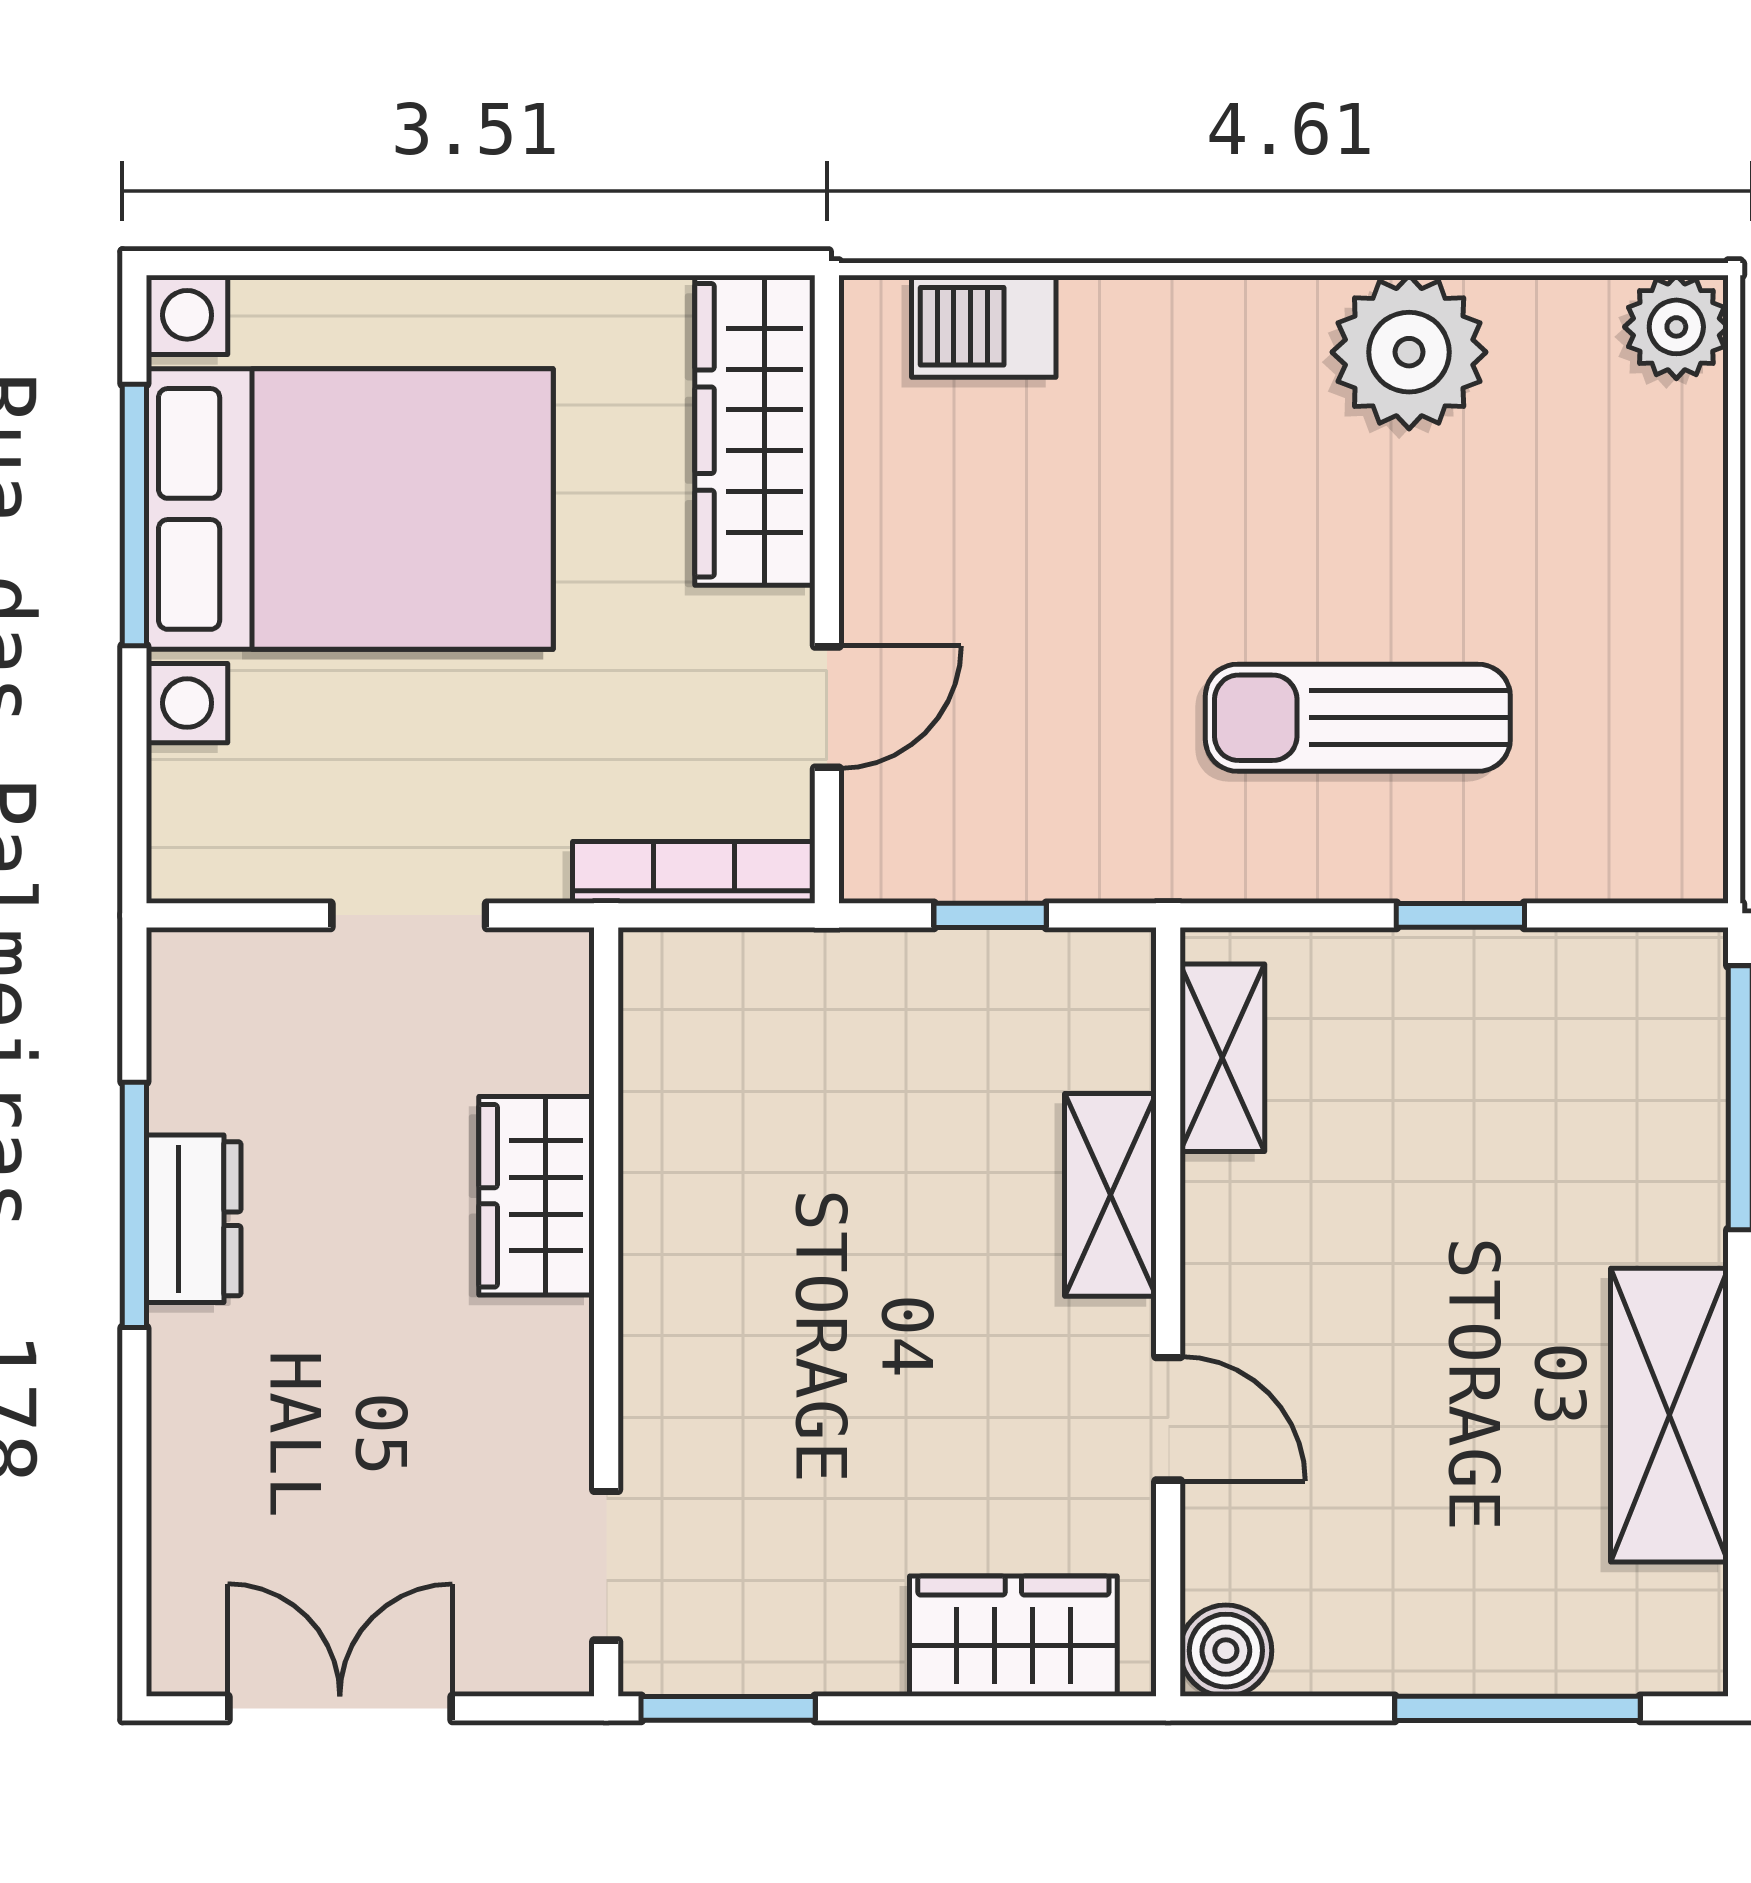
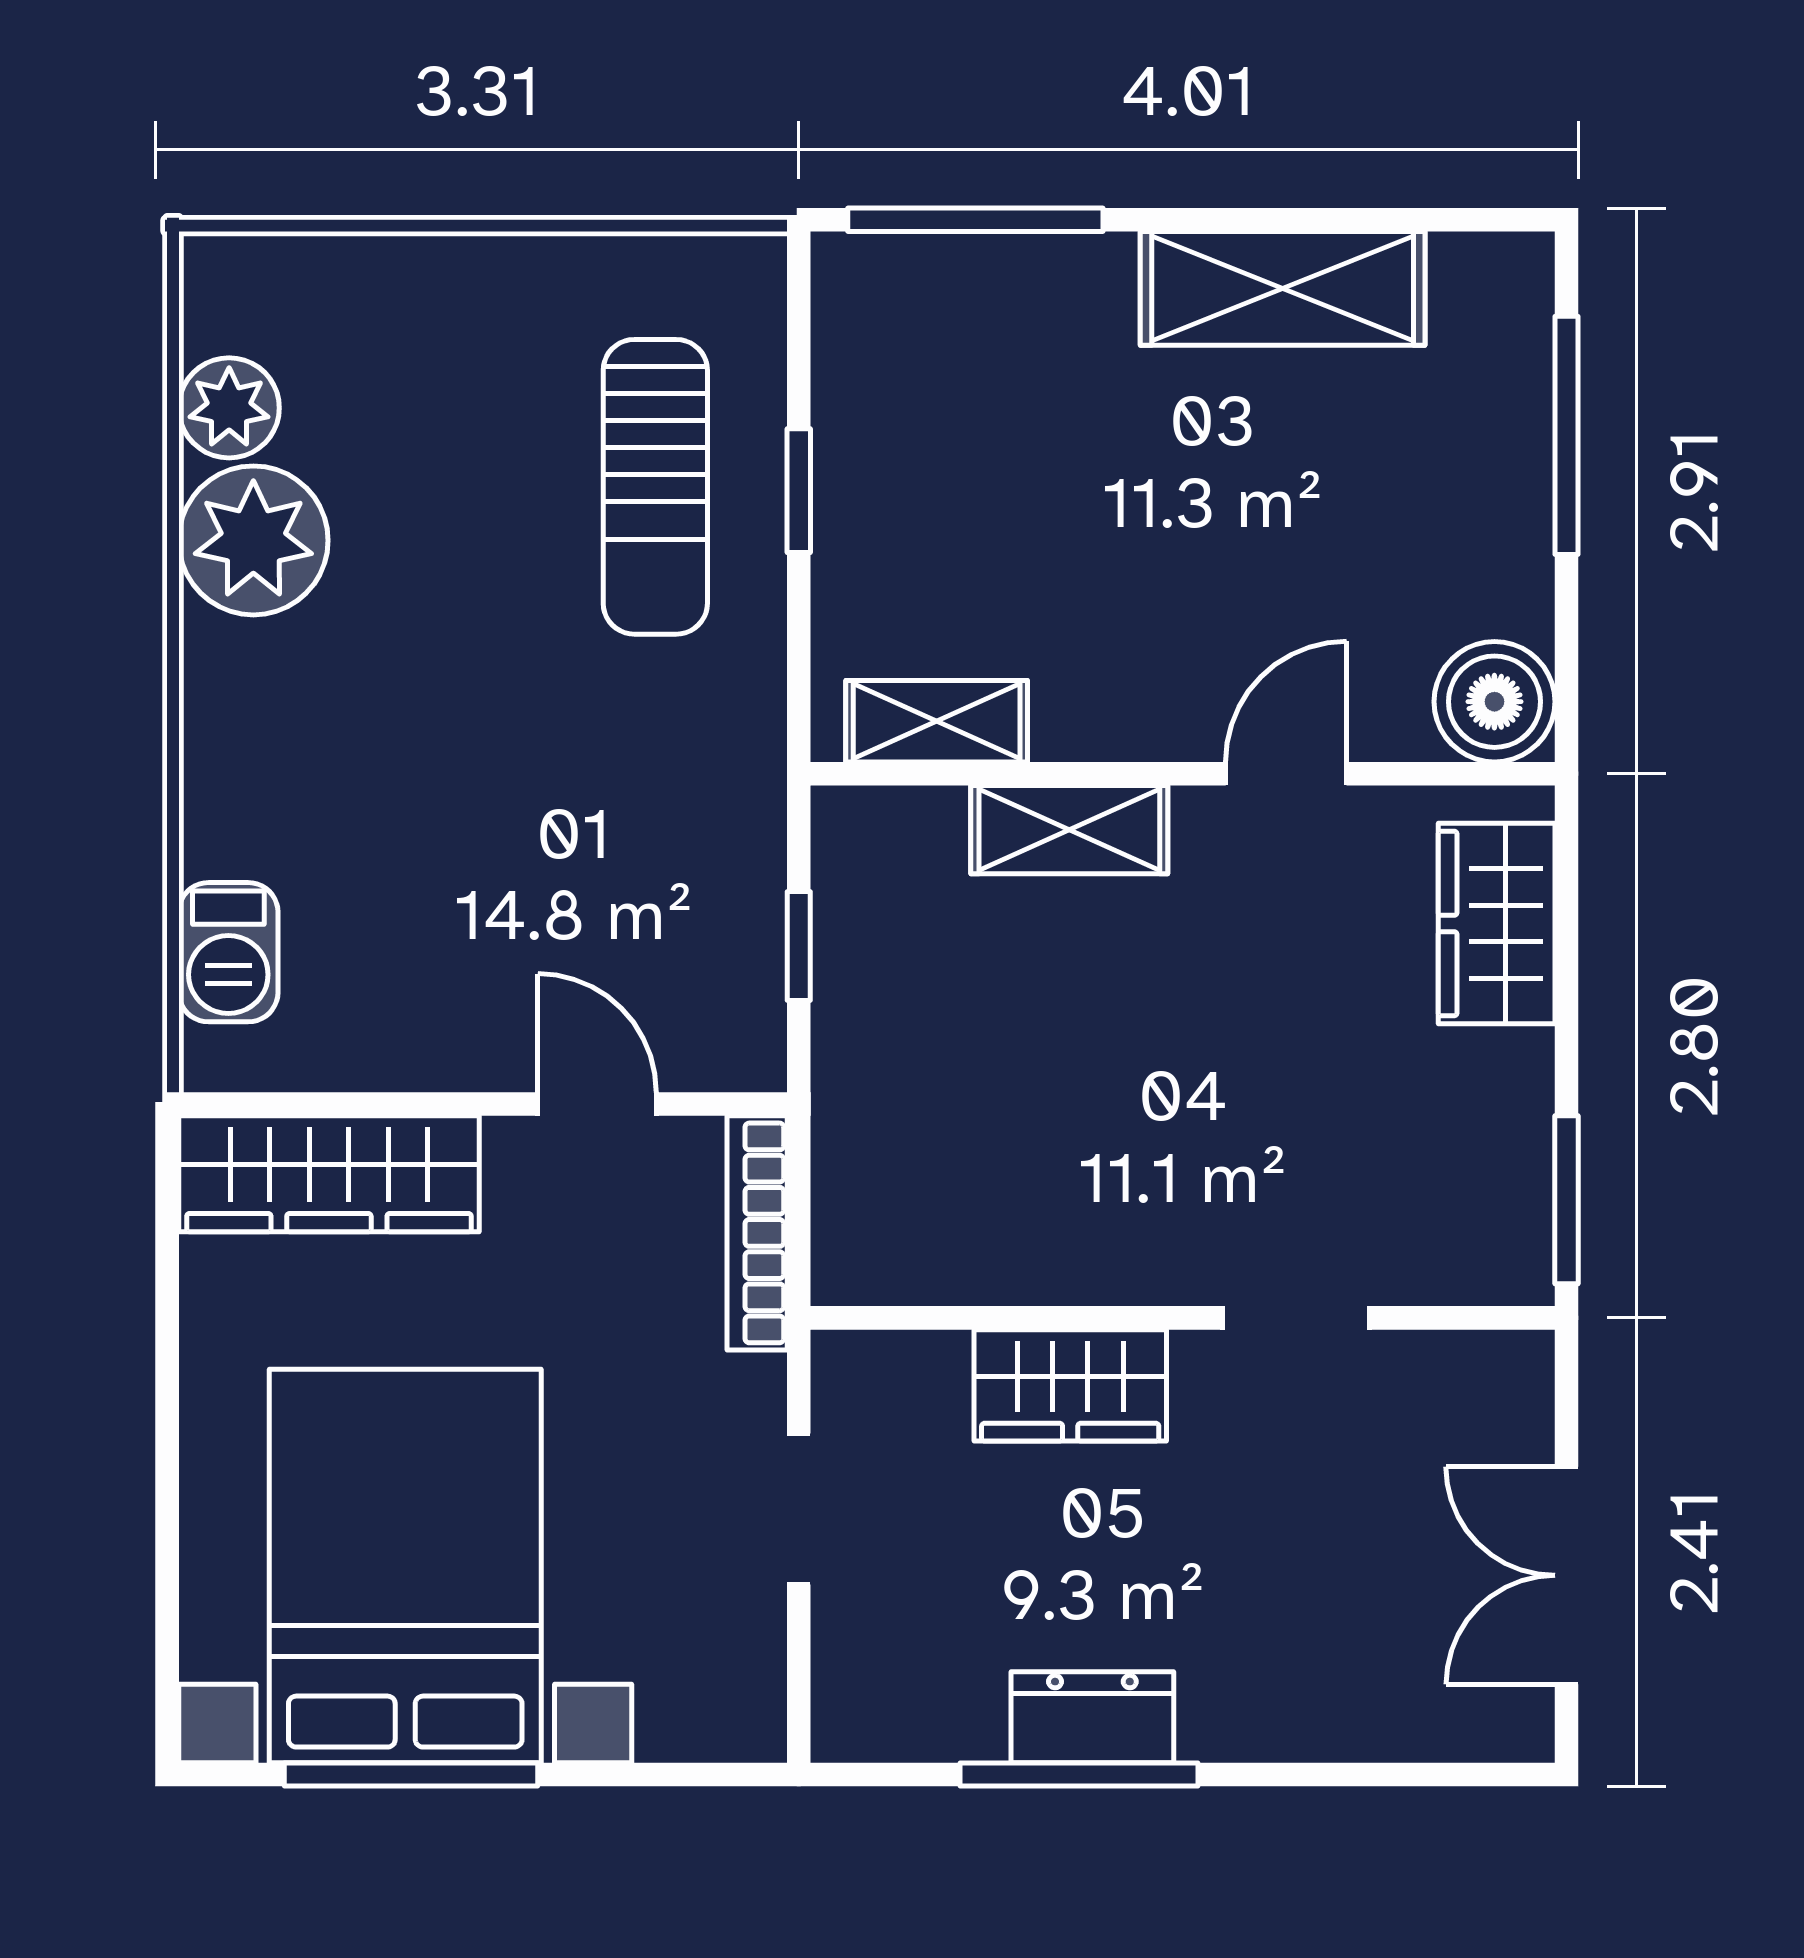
plant: (1676, 327) -> (229, 408), moved
sun lounger: (1358, 718) -> (655, 487), moved
doorway: (606, 1566) -> (1296, 1318), moved
boiler: (1226, 1651) -> (1494, 702), width x1.36, depth x1.36

